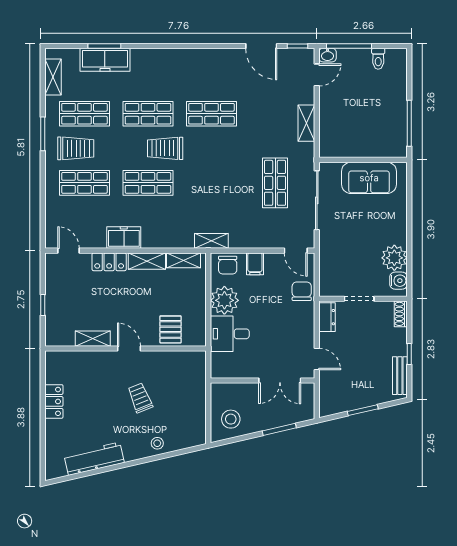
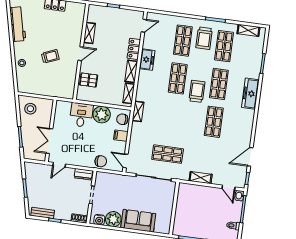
freezer: (105, 60) -> (250, 94), moved
sofa: (369, 178) -> (138, 221), moved, turned 90
door: (296, 251) -> (125, 161), hinge flipped

